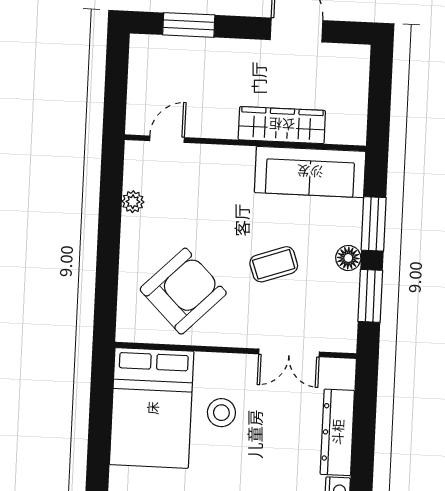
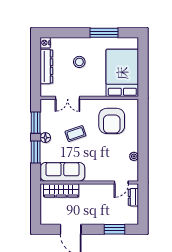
dresser: (139, 101) -> (133, 197), added
wardrobe: (282, 125) -> (61, 190), moved
armchair: (183, 291) -> (112, 121), turned -45
double door: (289, 353) -> (68, 98), swing flipped
stool: (221, 413) -> (79, 62), moved

